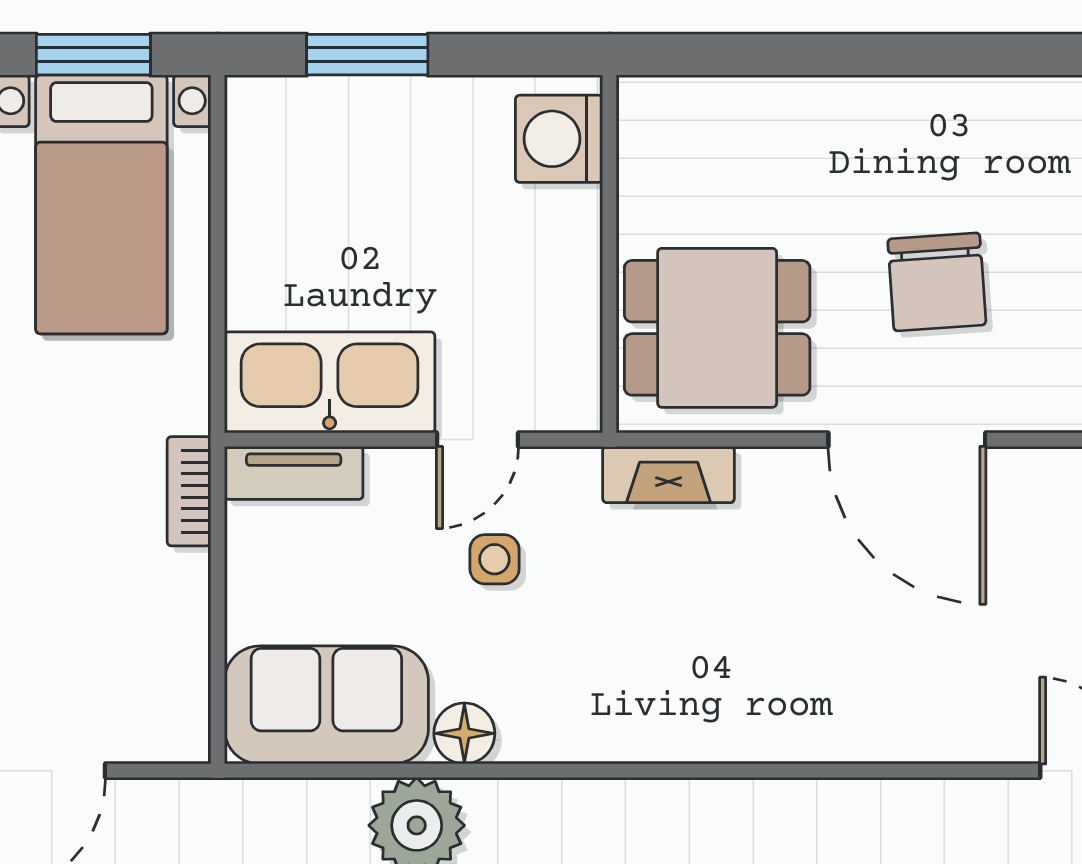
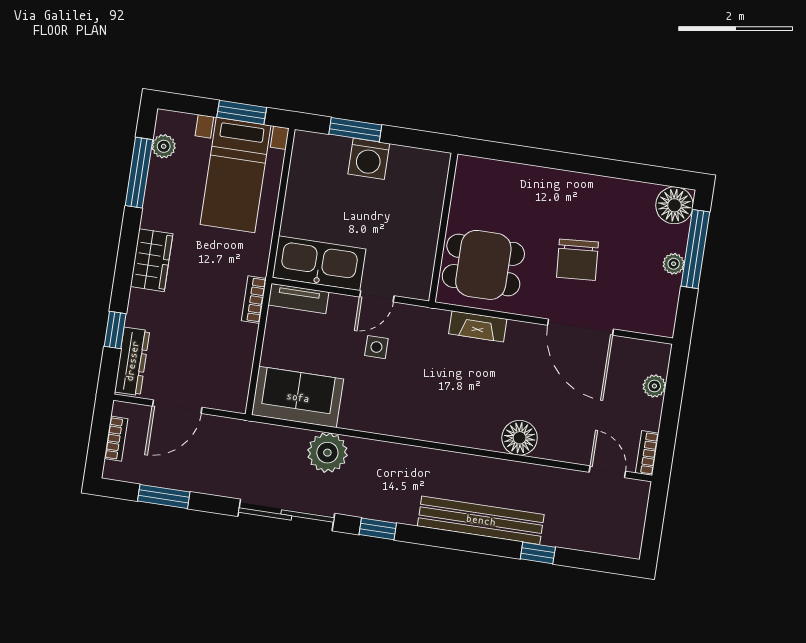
washing machine: (559, 139) -> (369, 159), moved, turned -90
door: (907, 440) -> (580, 327), moved
fireplace: (669, 475) -> (478, 326), moved
floor lamp: (464, 733) -> (520, 438), moved, width x1.38, depth x1.38

